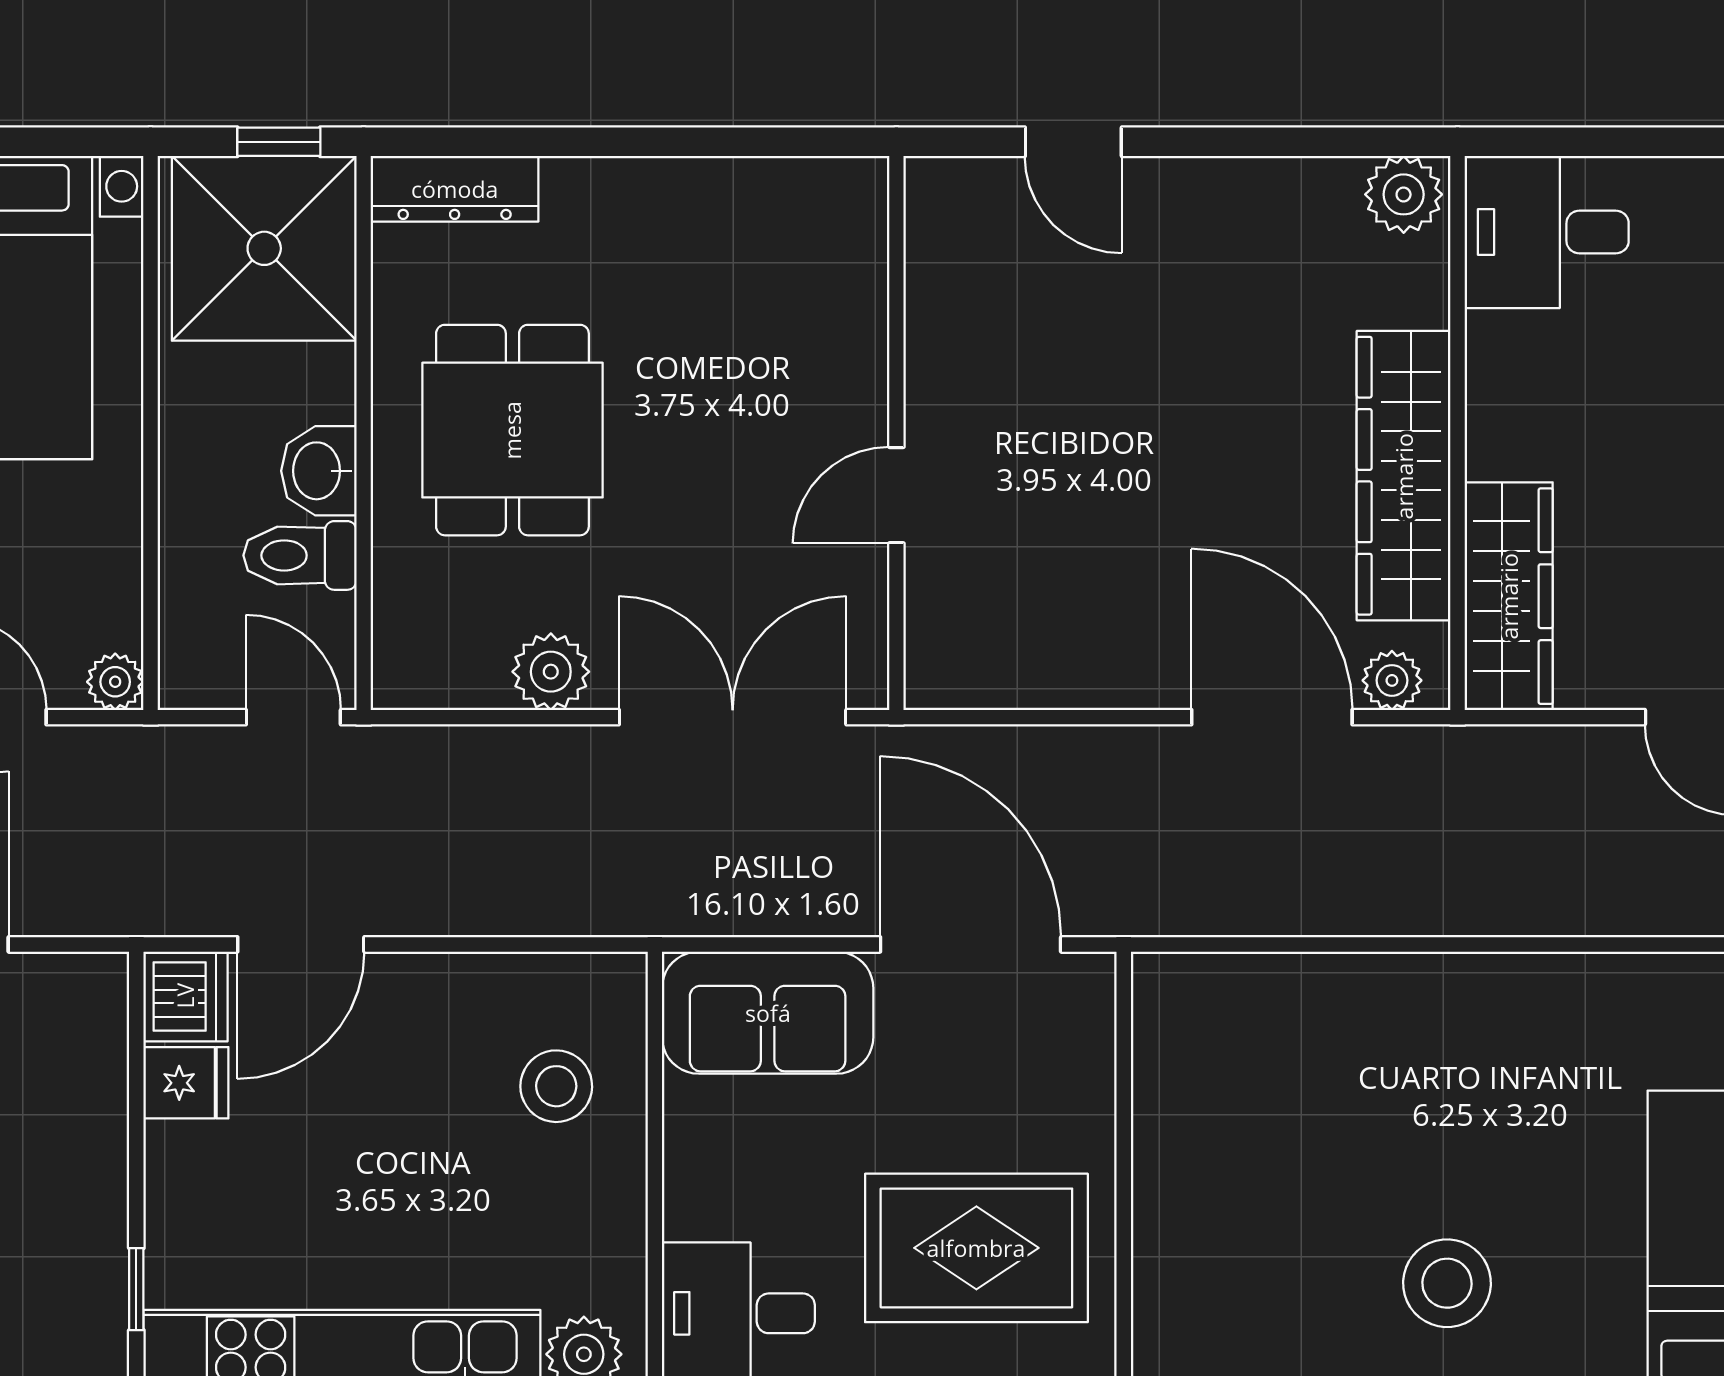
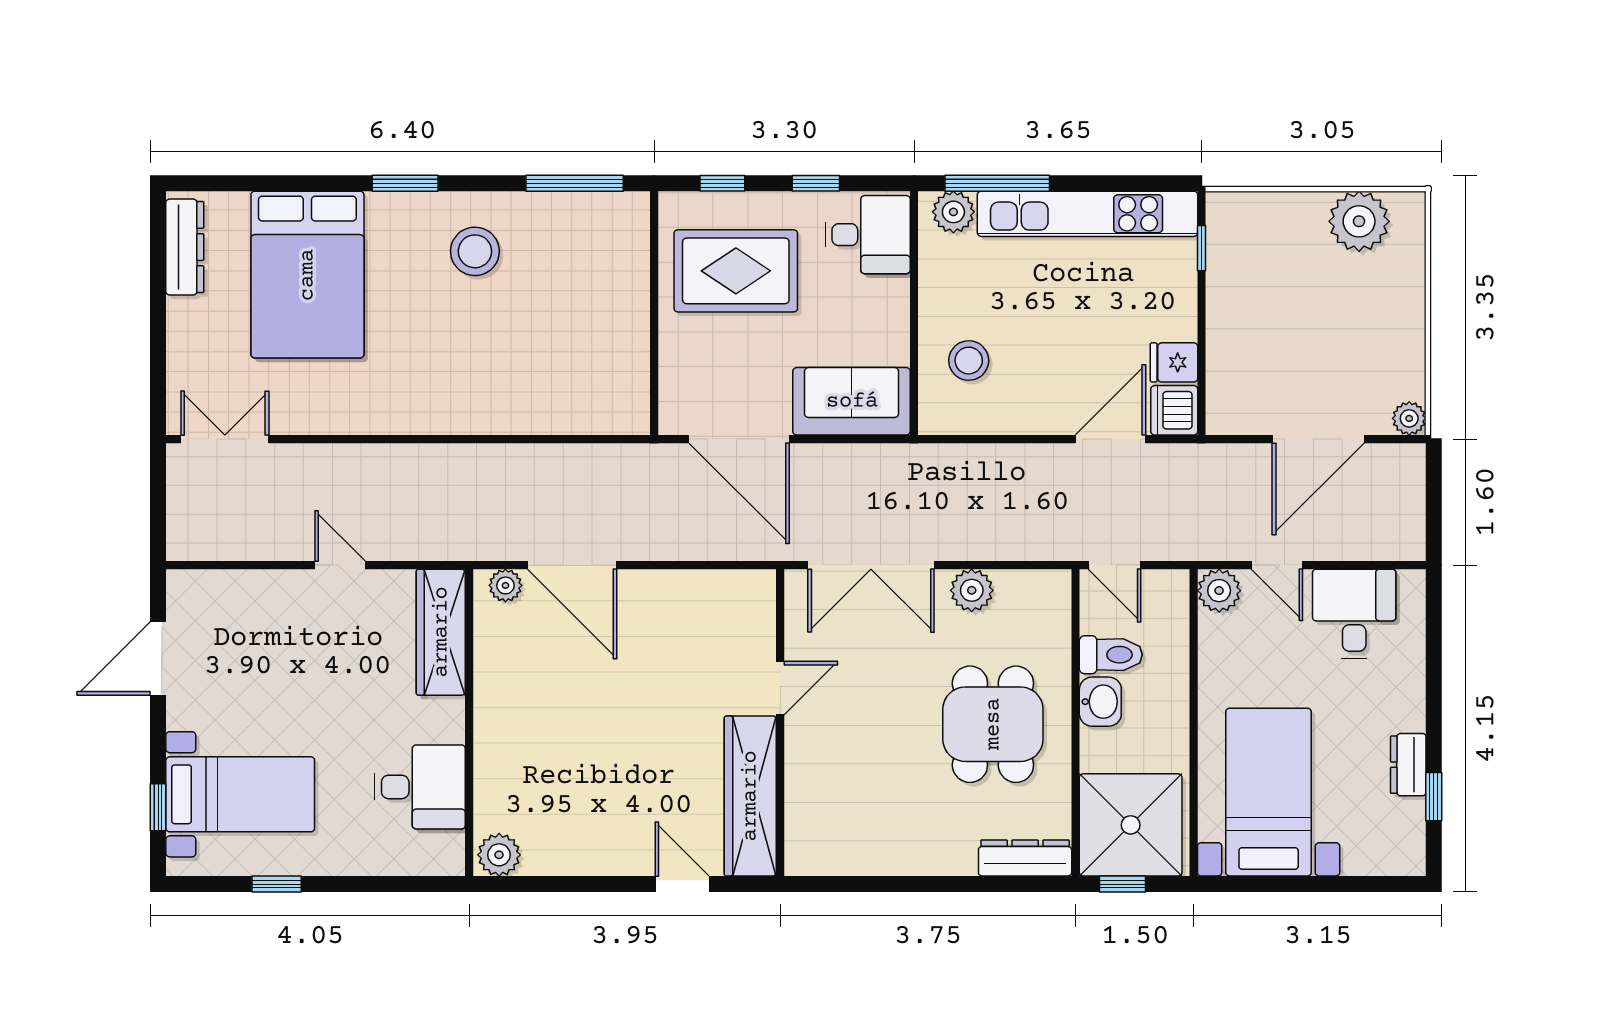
desk: (1547, 232) -> (420, 787), moved
wardrobe: (1404, 476) -> (750, 796), moved, turned 180
plant: (115, 682) -> (1219, 591), width x1.38, depth x1.38

